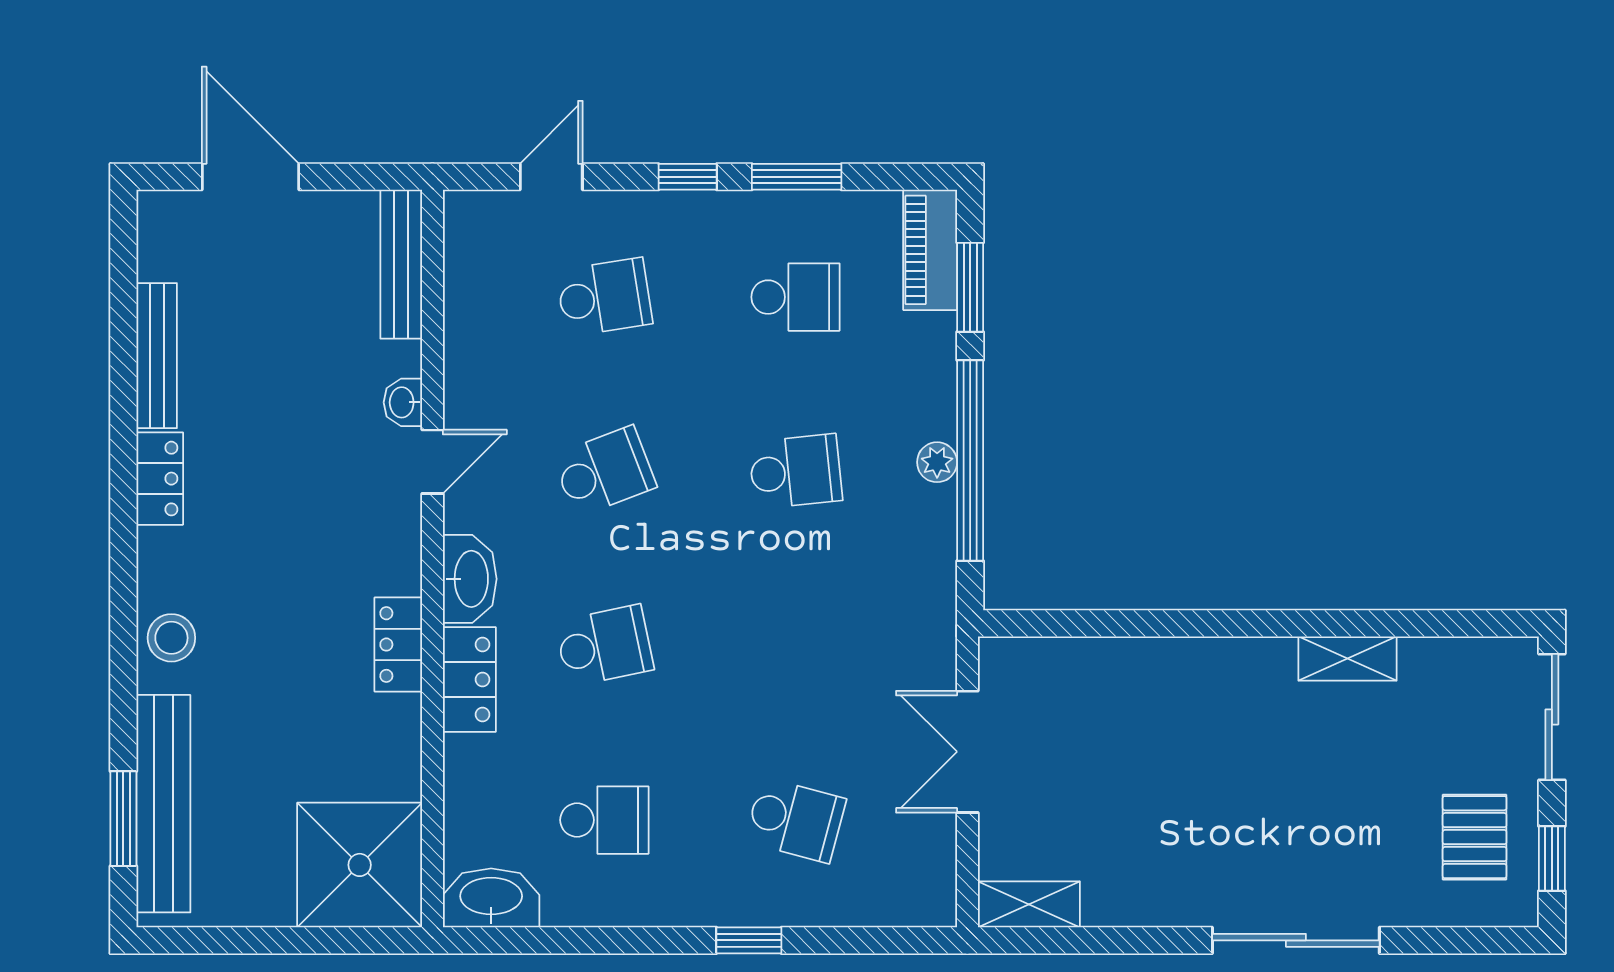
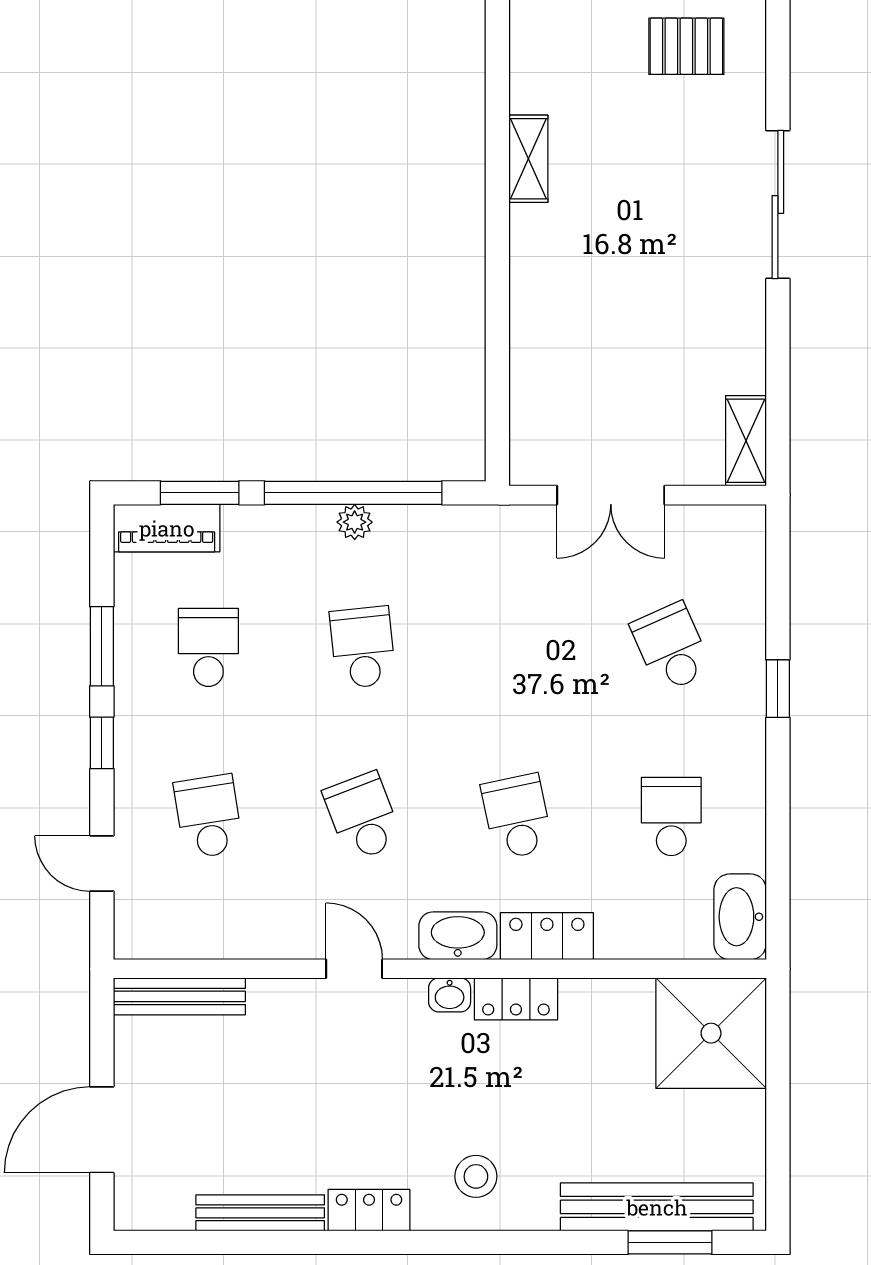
washbasin: (403, 402) -> (450, 995), moved
stool: (171, 638) -> (476, 1176), moved
school desk: (795, 820) -> (671, 647), turned -39

